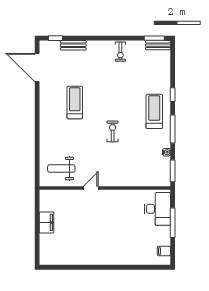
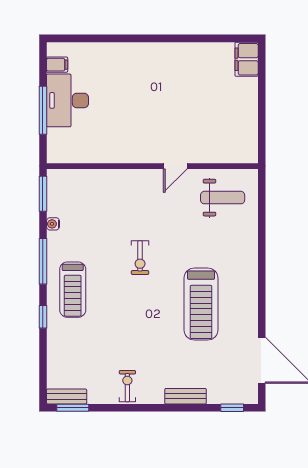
bench: (73, 45) -> (186, 396), moved
treadmill: (75, 103) -> (201, 304), width x1.37, depth x1.38
desk: (158, 209) -> (67, 100), moved
filing cabinet: (46, 222) -> (247, 59), moved

